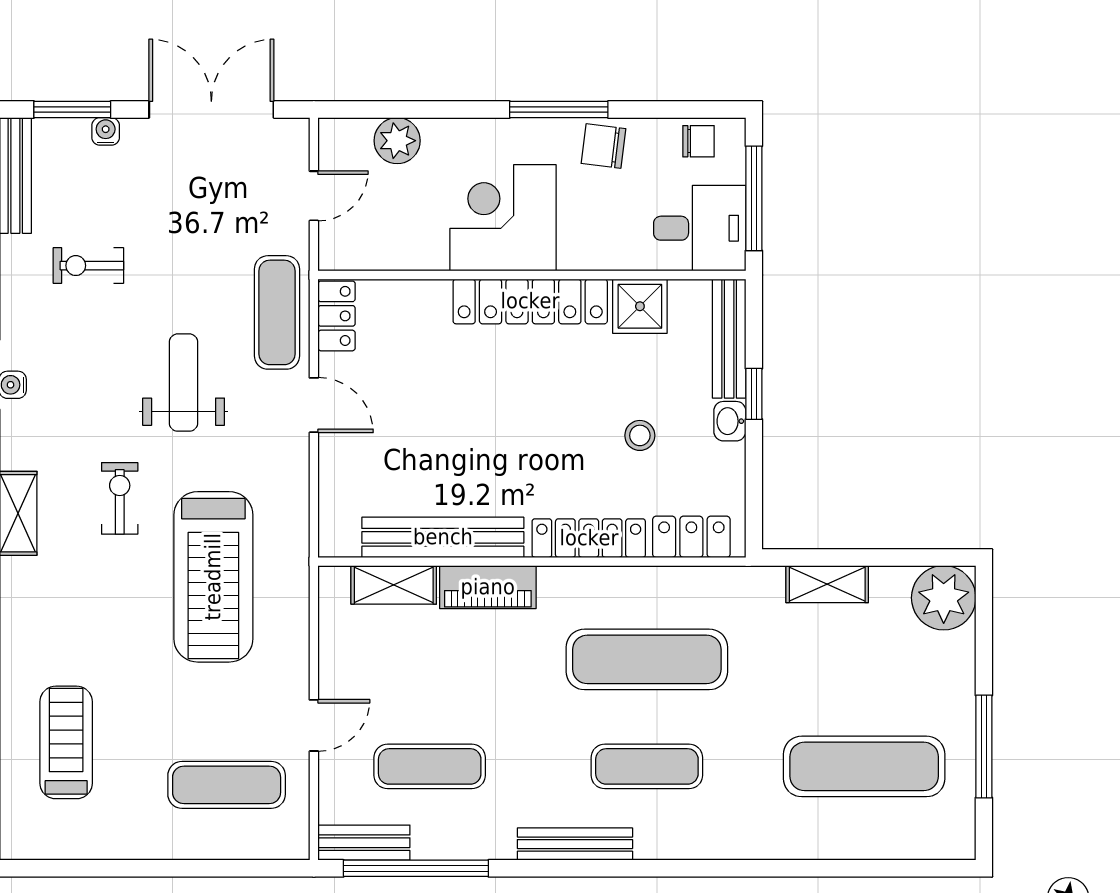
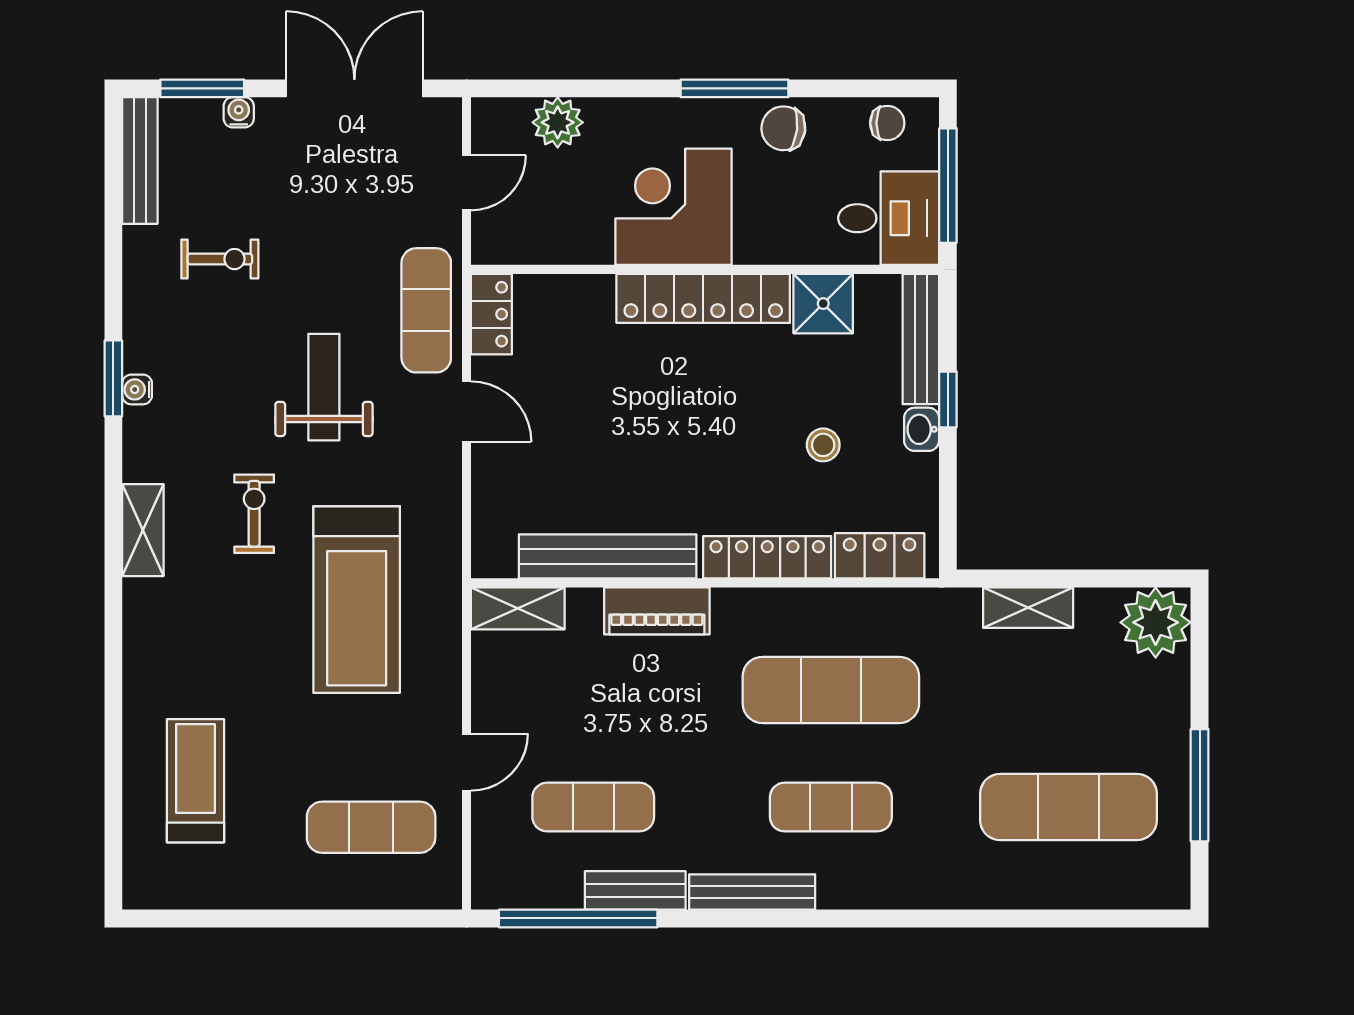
exercise bike: (88, 266) -> (220, 259), turned 180
shelving: (394, 585) -> (518, 608), moved
bench: (364, 843) -> (635, 890), moved

